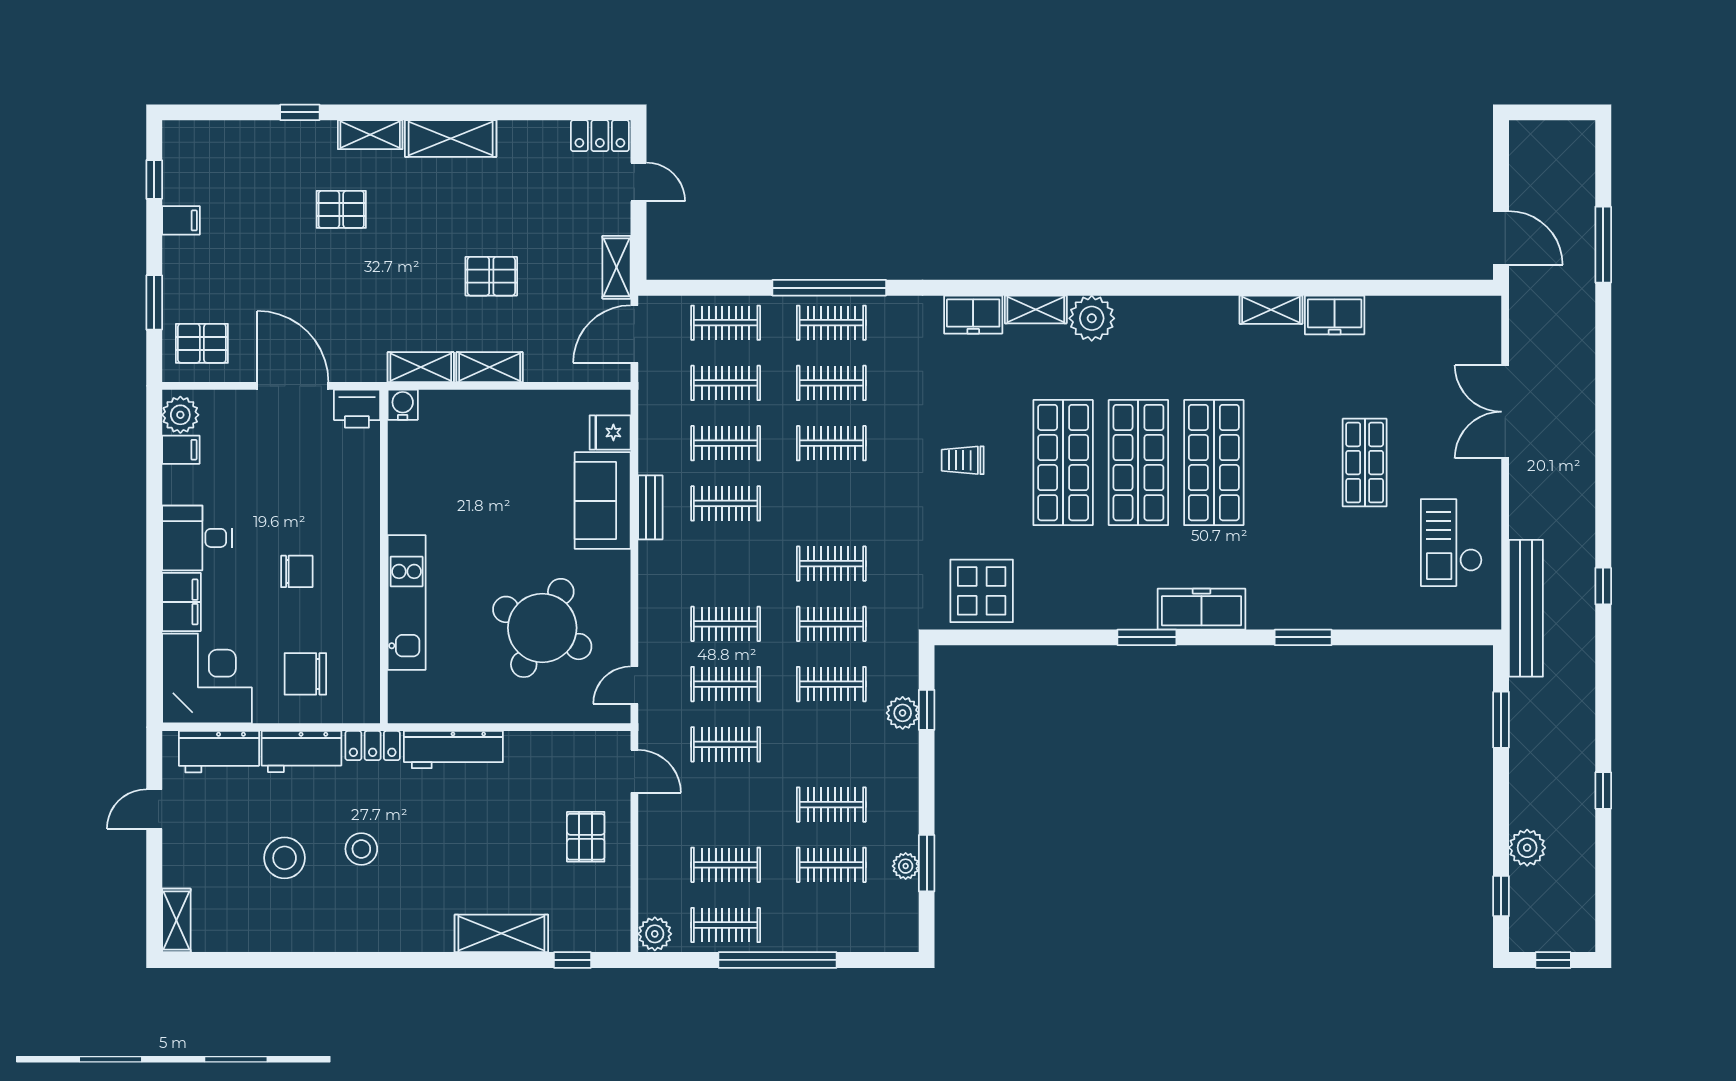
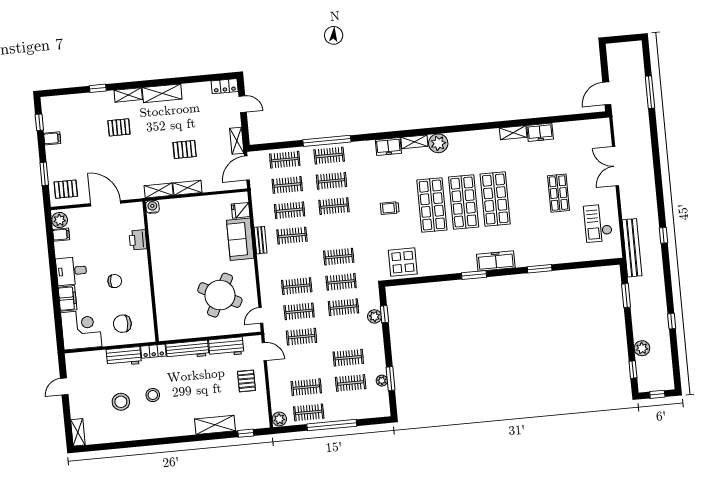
door: (1501, 238) -> (607, 93), swing flipped
printer: (357, 409) -> (138, 240), moved, turned 90
kitchen unit: (407, 603) -> (162, 290), removed
workbench: (219, 752) -> (226, 347), moved

